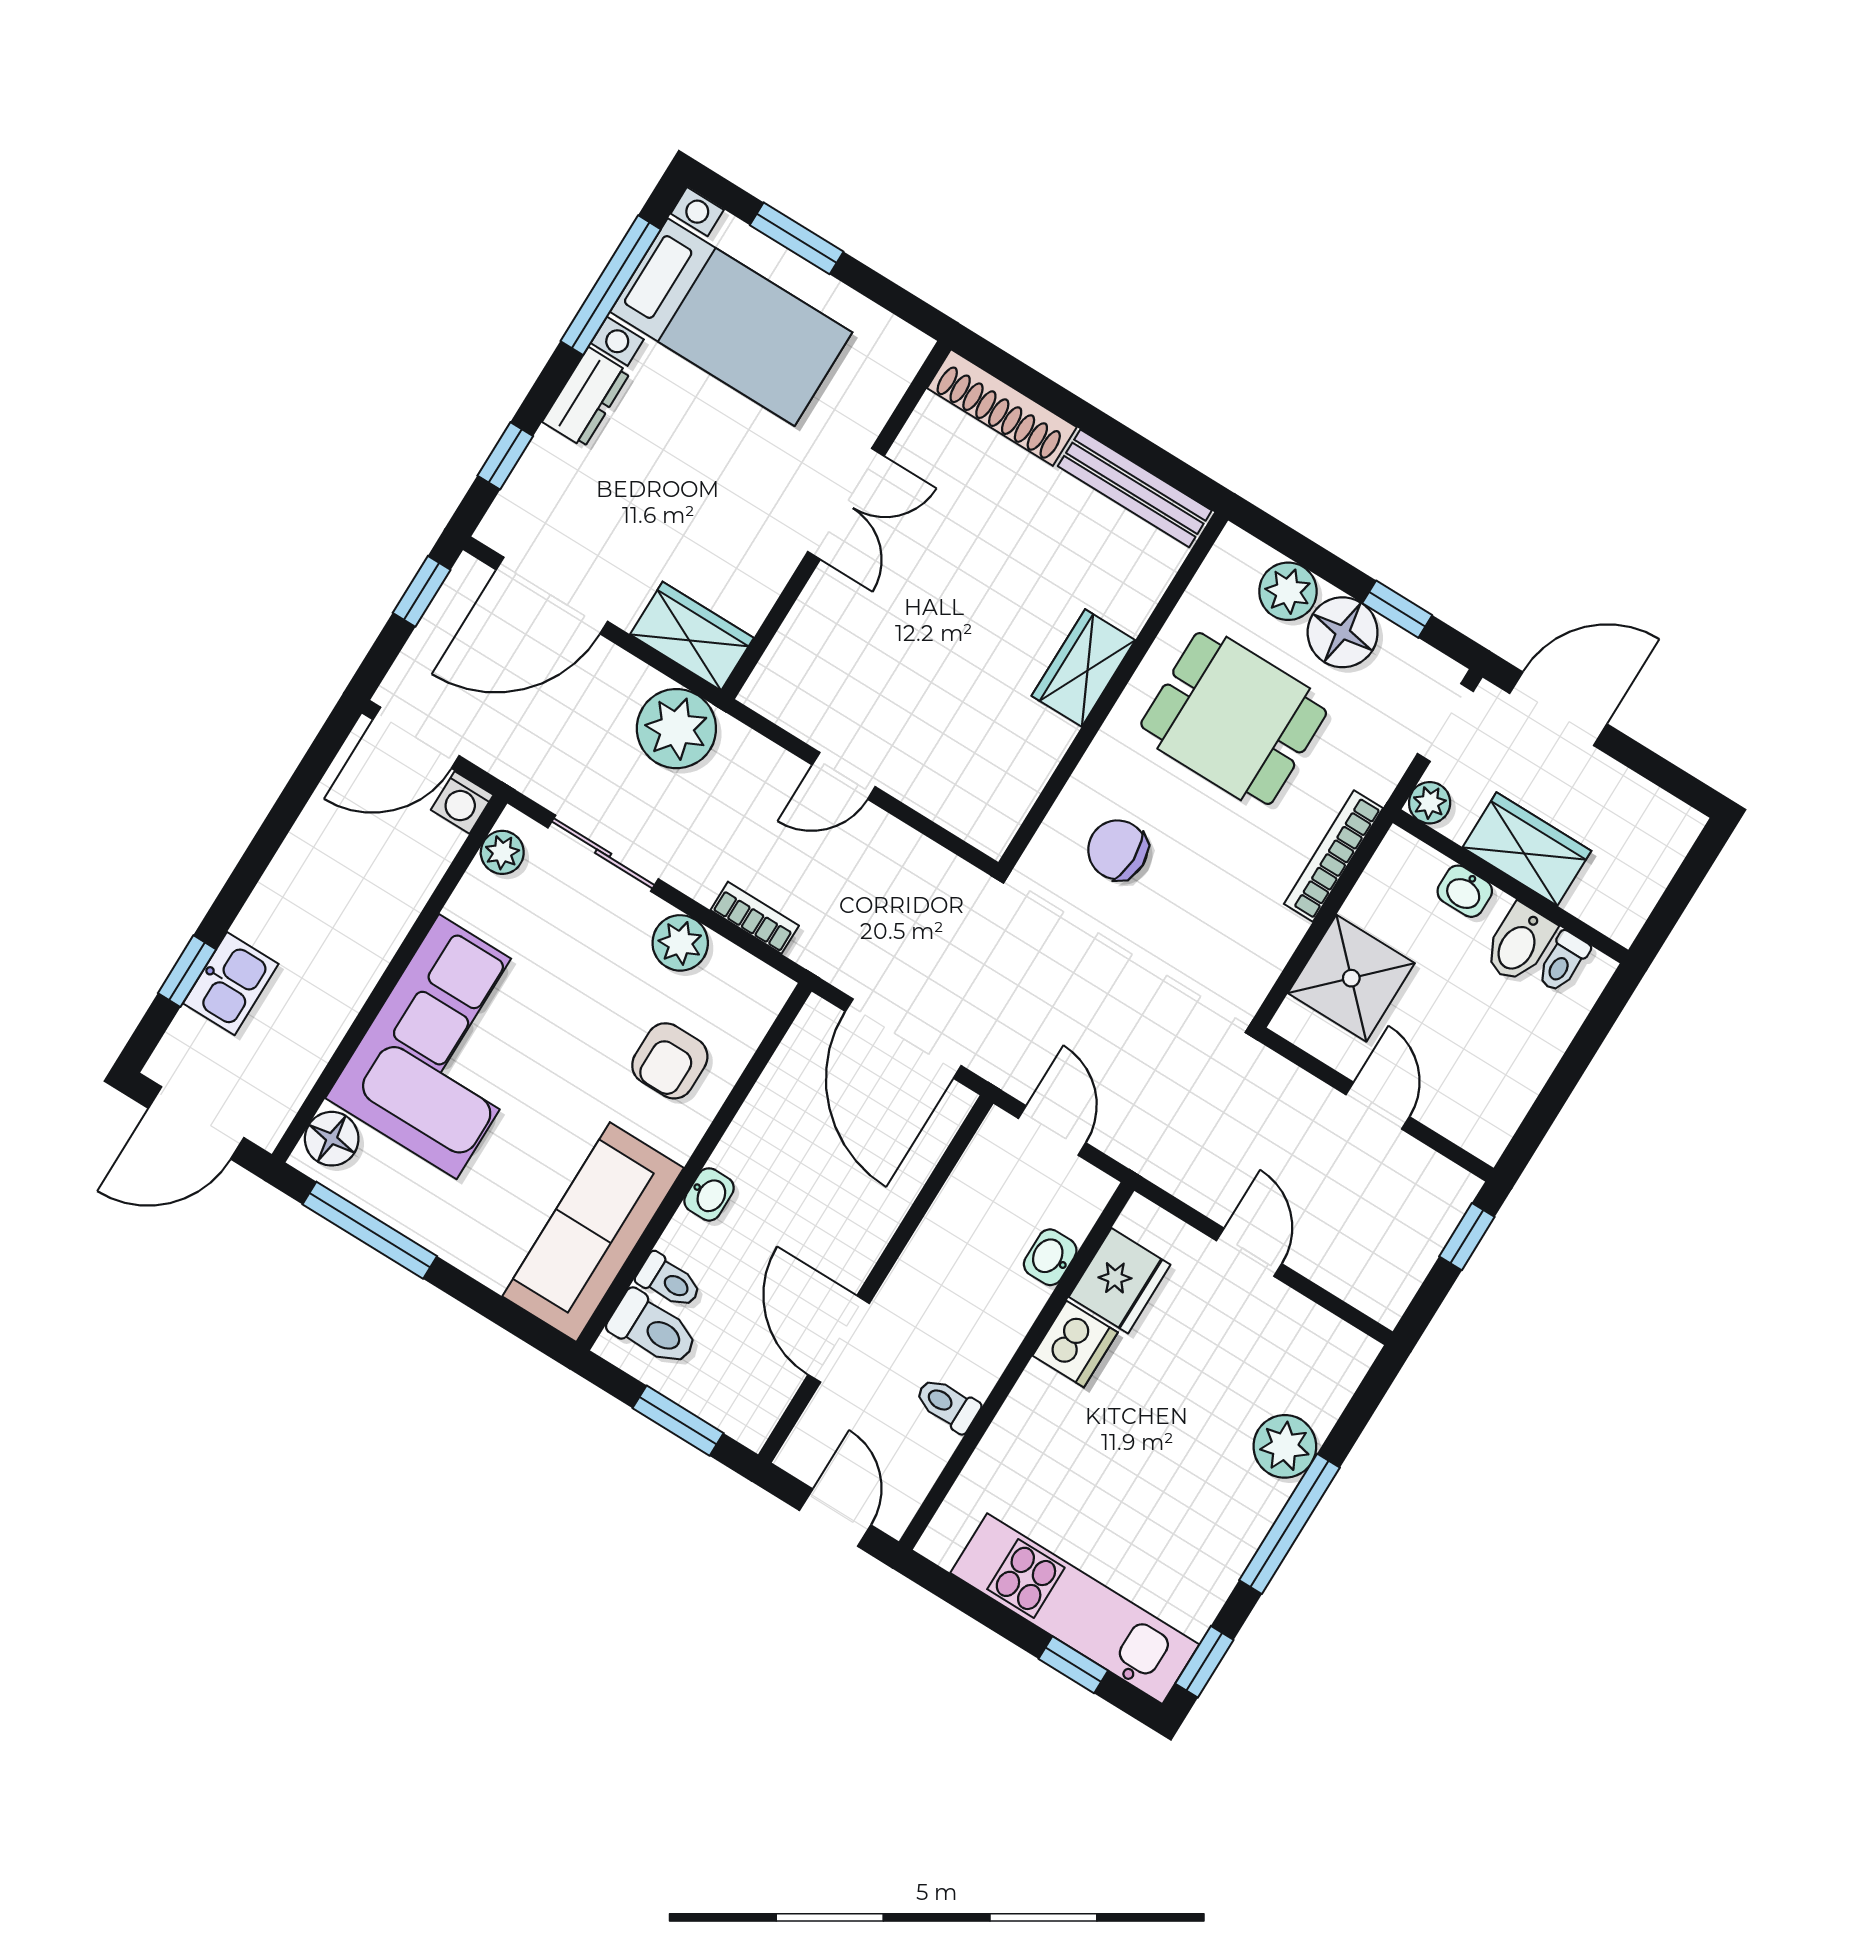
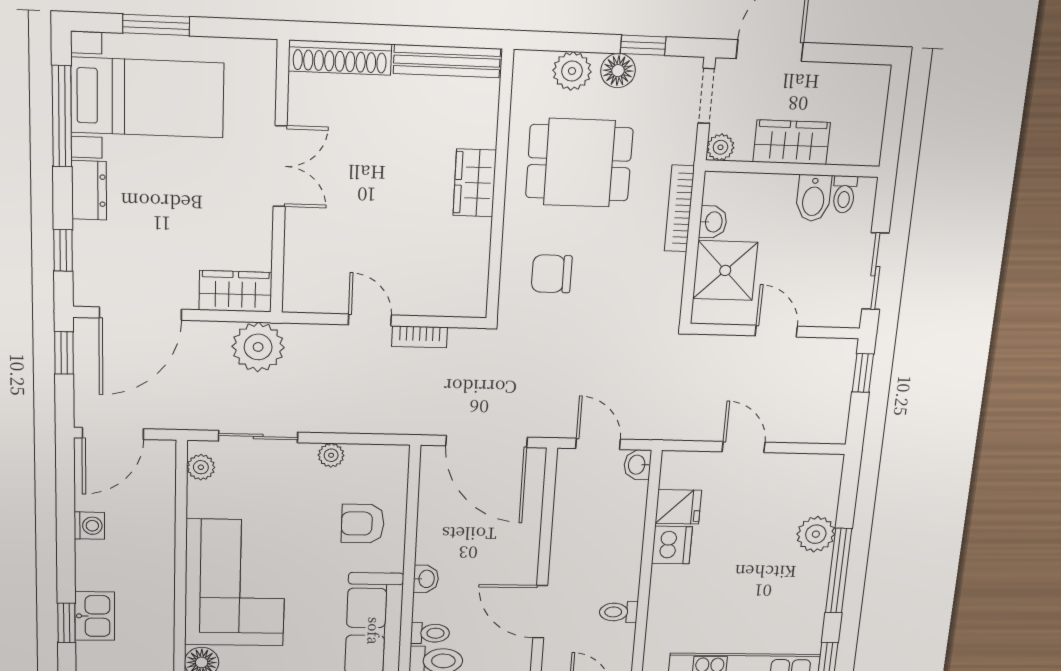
floor lamp: (1343, 632) -> (618, 71), width x0.73, depth x0.73
door: (844, 776) -> (370, 320), swing flipped
washing machine: (462, 802) -> (89, 526), moved, turned -90
washbasin: (1465, 891) -> (713, 222), moved, turned -90
bookcase: (755, 918) -> (420, 337), moved, turned 180
plant: (680, 943) -> (331, 455), width x0.73, depth x0.73
armchair: (670, 1061) -> (363, 524), turned 90
sliding door: (1554, 1096) -> (875, 271), added
washbasin: (1050, 1257) -> (637, 465), moved
fridge: (1120, 1281) -> (678, 507), width x0.72

